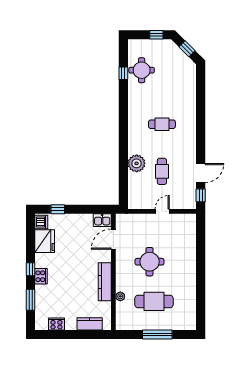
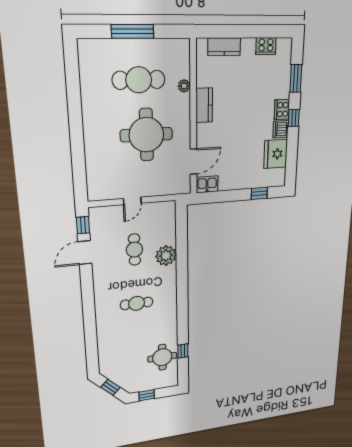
dishwasher: (41, 222) -> (281, 129), moved
round table: (150, 262) -> (146, 135), width x1.36, depth x1.36
kitchen counter: (105, 282) -> (204, 105), width x0.67

